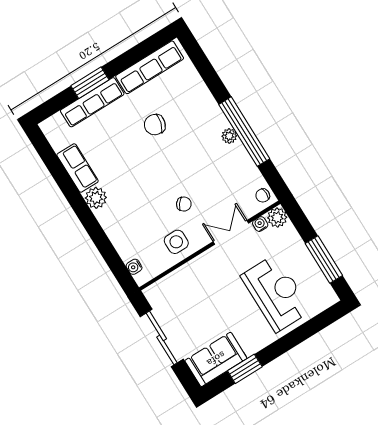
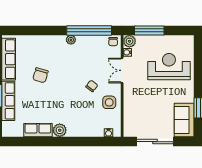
window: (244, 132) -> (89, 30), moved
window: (324, 260) -> (149, 30), moved

